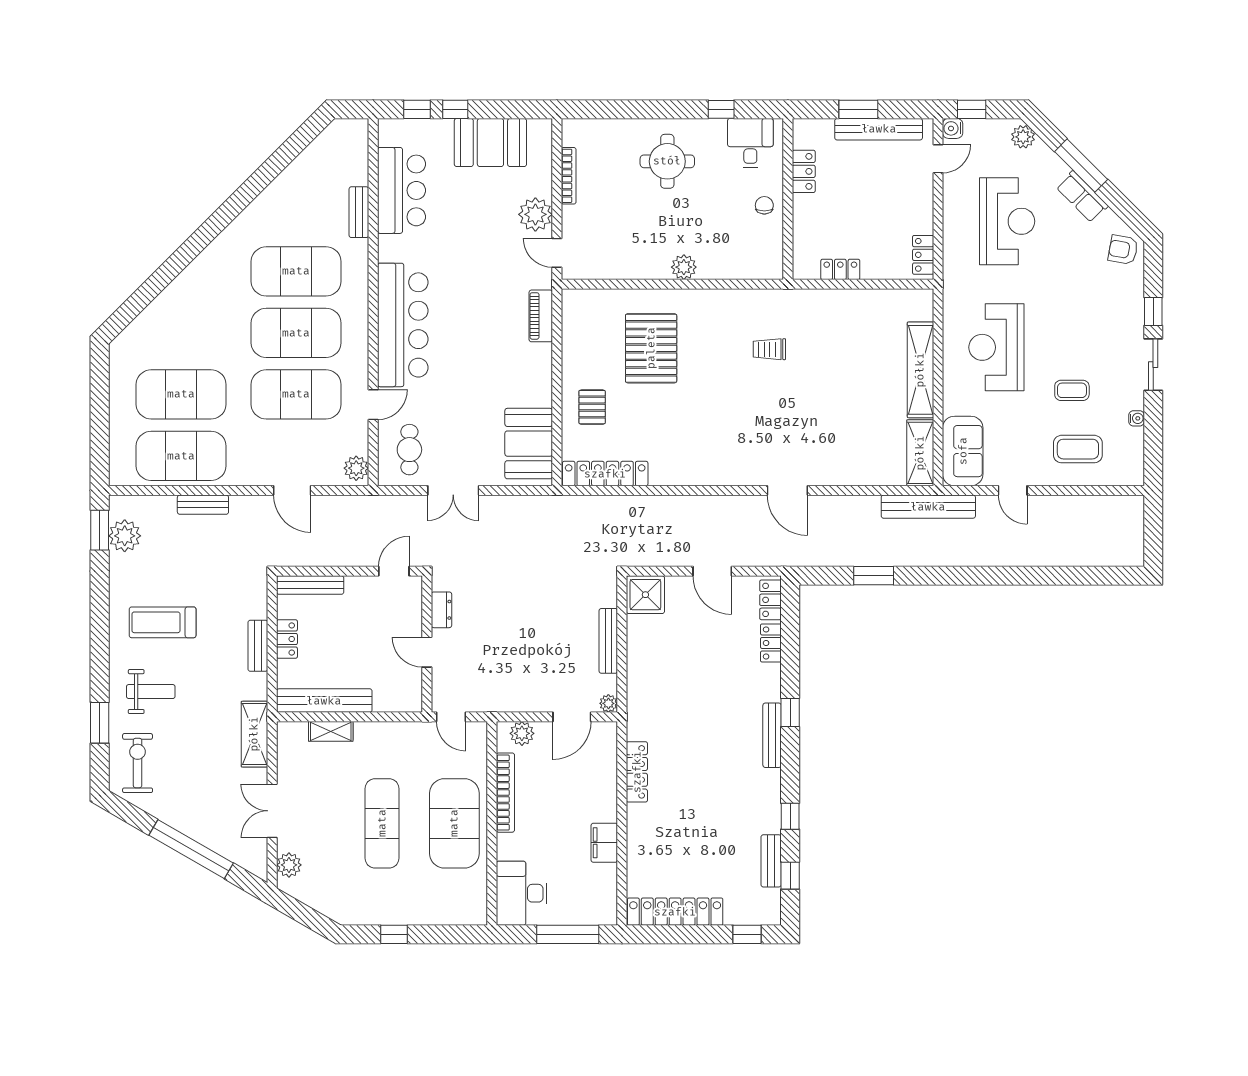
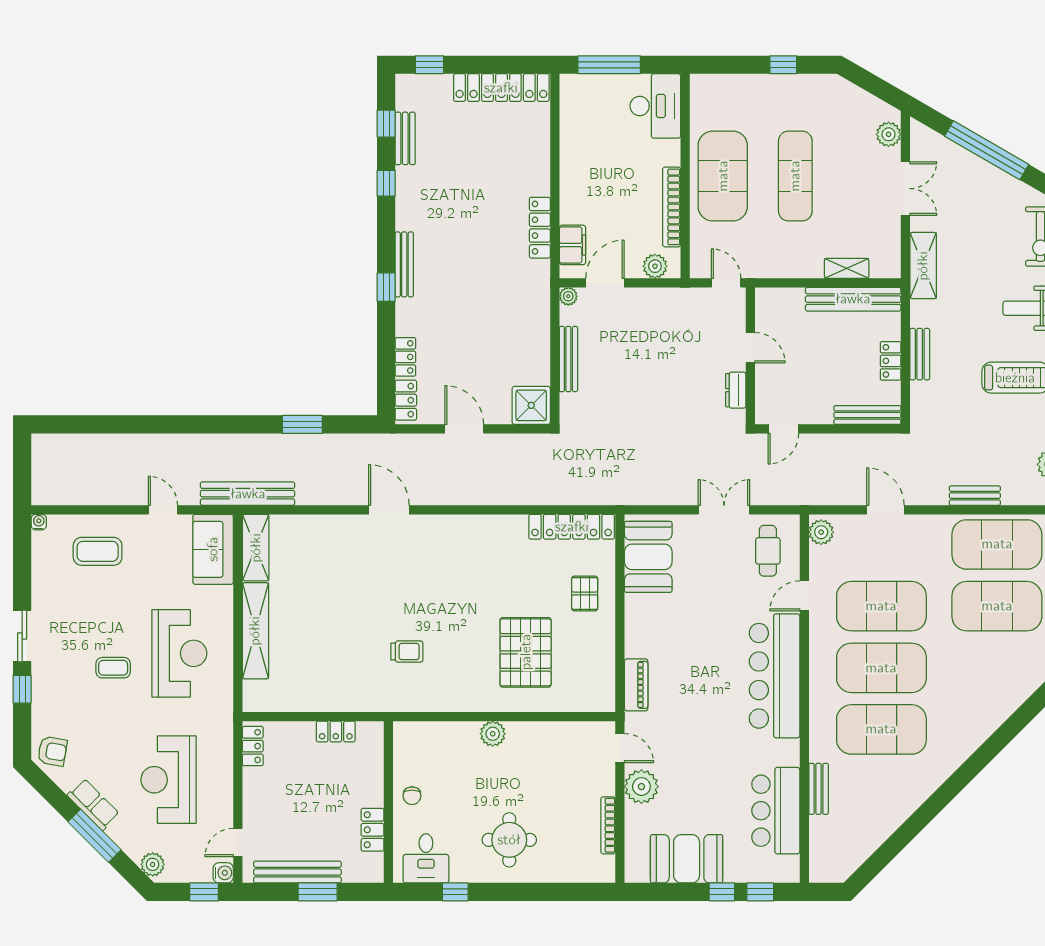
coffee table: (1072, 390) -> (113, 668), moved
water cooler: (1137, 418) -> (39, 522), moved, turned 90
filing cabinet: (604, 843) -> (572, 245), moved

